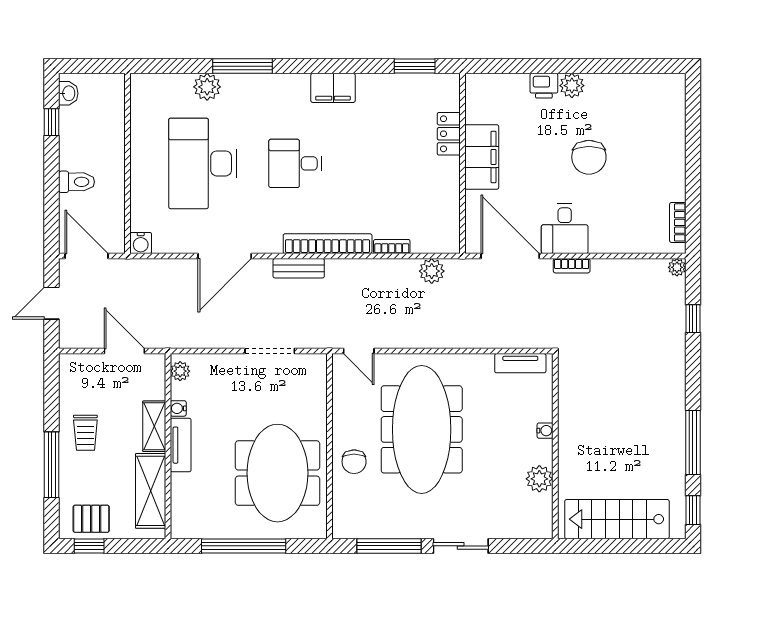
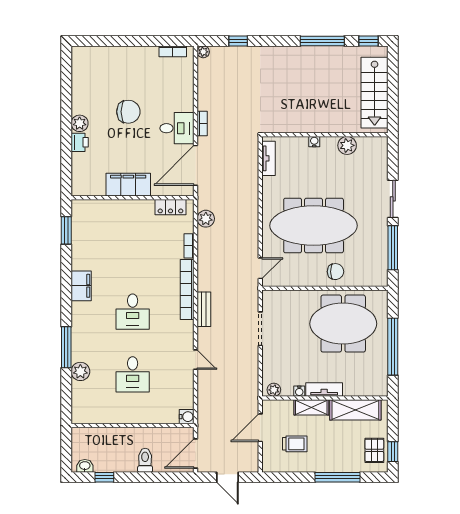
locker: (449, 134) -> (170, 207), moved
desk: (203, 163) -> (133, 374), width x0.53, depth x0.77
door: (225, 256) -> (196, 360), width x0.53
trolley: (85, 433) -> (295, 444), moved

